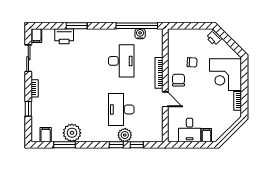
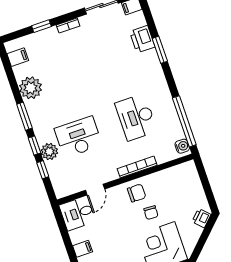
water cooler: (140, 34) -> (182, 146), moved
desk: (121, 61) -> (136, 117), turned 90
chair: (192, 62) -> (151, 213), moved
door: (165, 99) -> (95, 190), moved
desk: (190, 130) -> (77, 213), moved
window: (65, 145) -> (24, 116), moved

